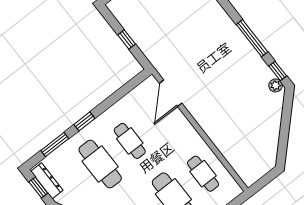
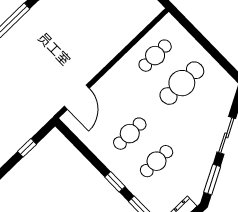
door: (171, 93) -> (77, 97), hinge flipped
cafe table: (100, 164) -> (157, 161), width x0.73, depth x0.74

